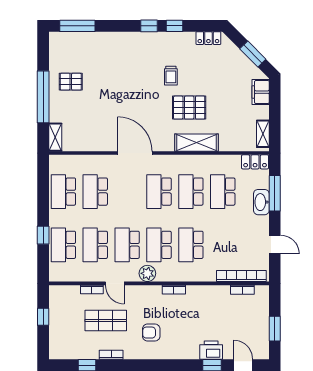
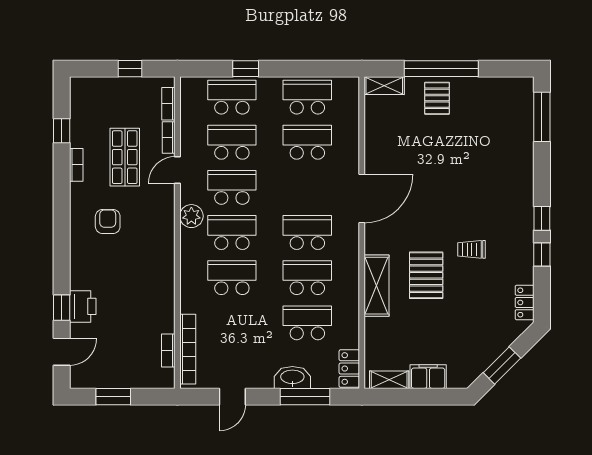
pallet: (71, 82) -> (437, 98), moved
filing cabinet: (261, 92) -> (428, 377), moved
bookcase: (174, 290) -> (168, 104), moved

